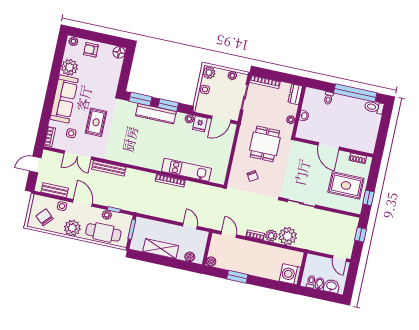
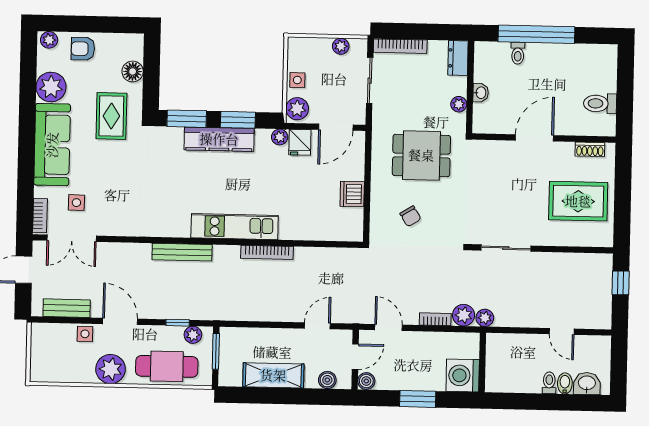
floor lamp: (119, 52) -> (133, 71), moved
plant: (209, 73) -> (297, 109), moved
window: (355, 93) -> (536, 34), moved
toilet: (374, 107) -> (600, 103), moved
rug: (96, 122) -> (111, 116), moved
dining table: (265, 144) -> (421, 155), turned 90
door: (329, 146) -> (534, 138), swing flipped
double door: (78, 155) -> (72, 238), moved
dishwasher: (223, 158) -> (352, 194), added
bench: (109, 168) -> (182, 252), moved
kitchen unit: (186, 170) -> (235, 227), moved
window: (368, 198) -> (622, 215), removed
plant: (107, 215) -> (193, 335), moved
chair: (45, 217) -> (58, 360), removed
door: (190, 226) -> (317, 326), hinge flipped
plant: (288, 236) -> (485, 318), width x0.53, depth x0.53
door: (208, 247) -> (355, 357), added
door: (340, 258) -> (562, 331), moved
wall: (302, 269) -> (482, 362), moved
washing machine: (290, 274) -> (463, 375), moved

